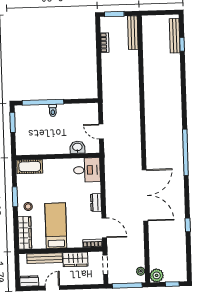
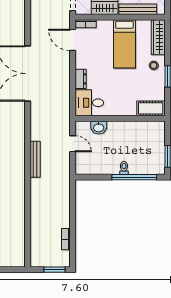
bench: (133, 33) -> (35, 159), moved
dresser: (96, 203) -> (81, 79), moved

